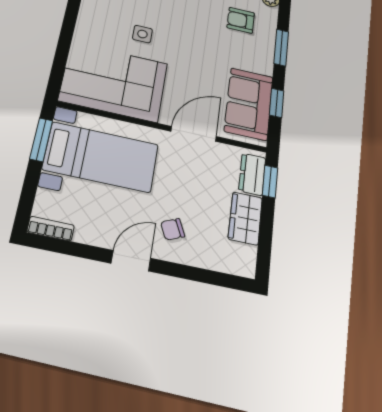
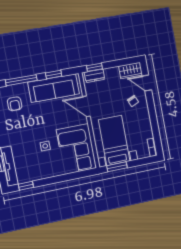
window: (281, 48) -> (21, 80), width x1.44
sofa: (249, 104) -> (54, 88), width x1.36
wardrobe: (245, 218) -> (131, 71), moved
door: (131, 261) -> (147, 83), moved

